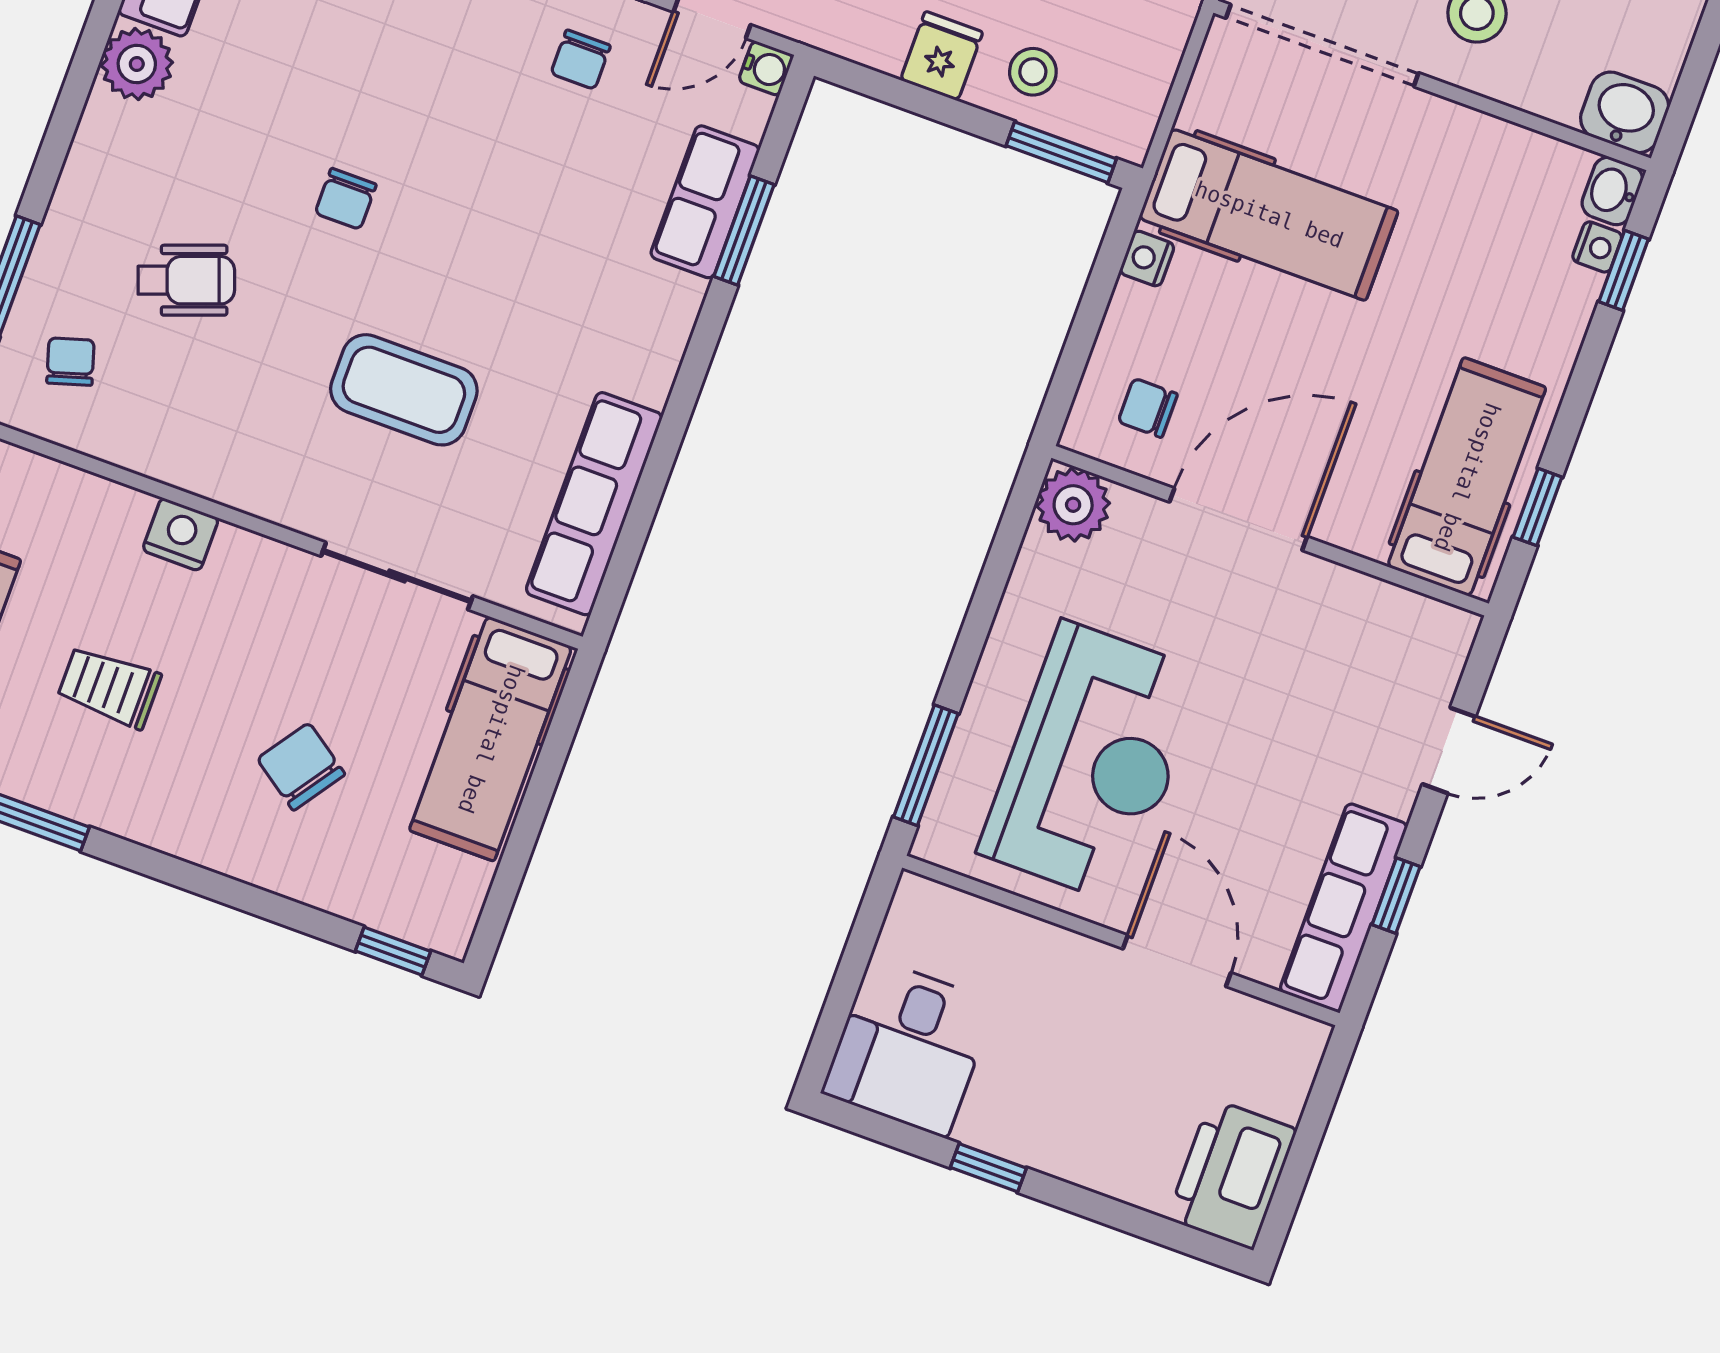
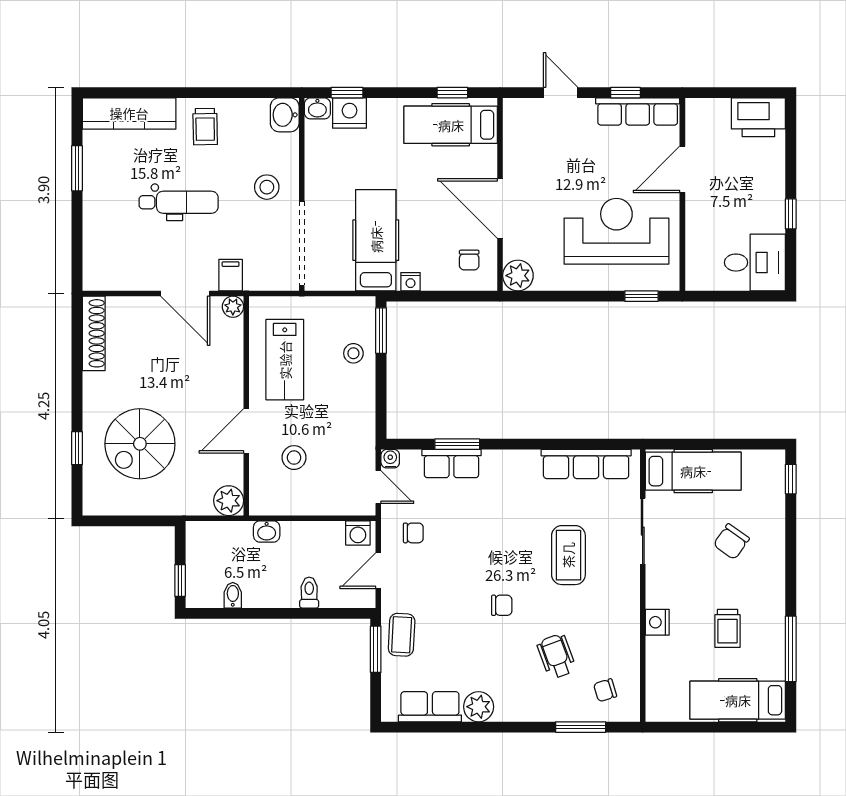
fridge: (941, 56) -> (360, 391), removed
nightstand: (1597, 247) -> (350, 113), width x1.89, depth x1.79
window: (926, 765) -> (641, 296), width x0.67

